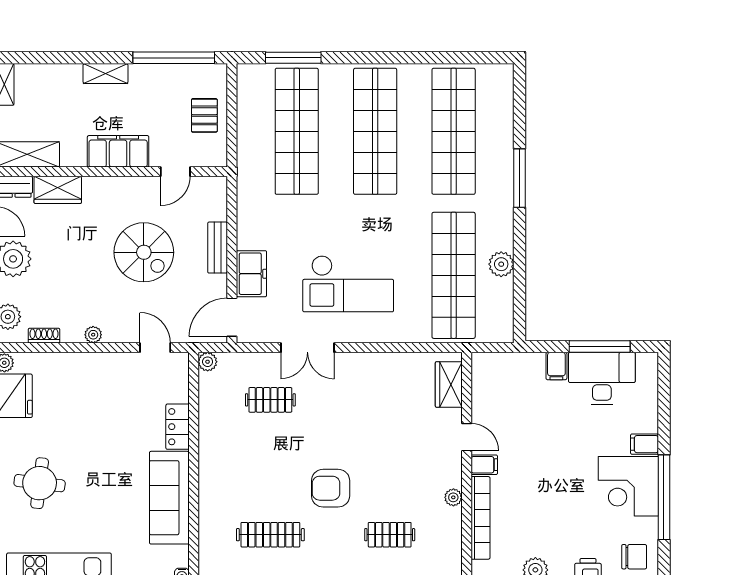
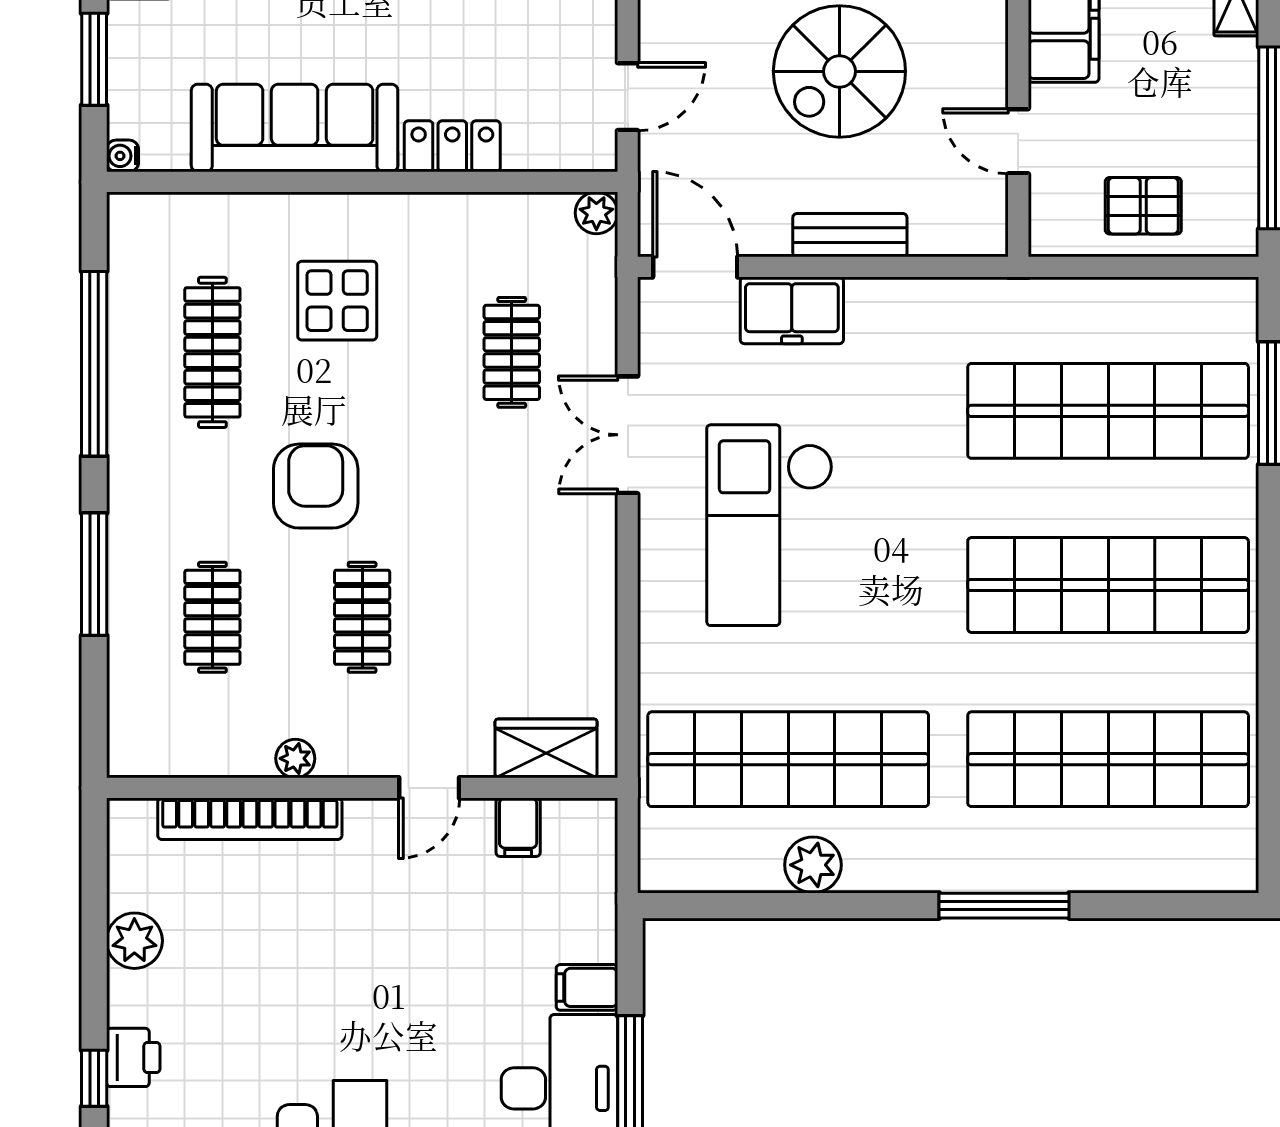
filing cabinet: (484, 465) -> (518, 827), moved
clothes rail: (390, 467) -> (362, 617), added
display table: (247, 479) -> (337, 301), added

